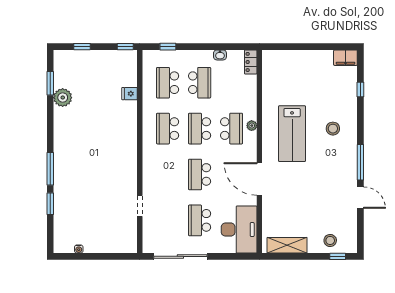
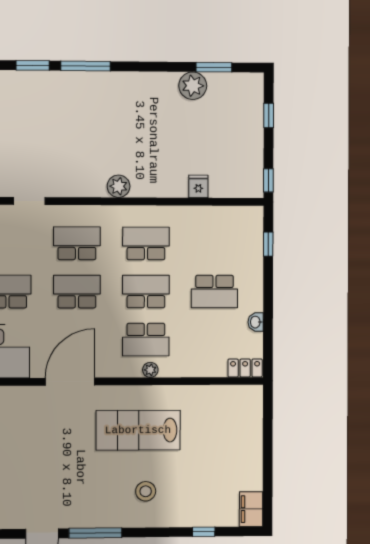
school desk: (168, 83) -> (77, 243), moved
plant: (130, 147) -> (119, 186), added

